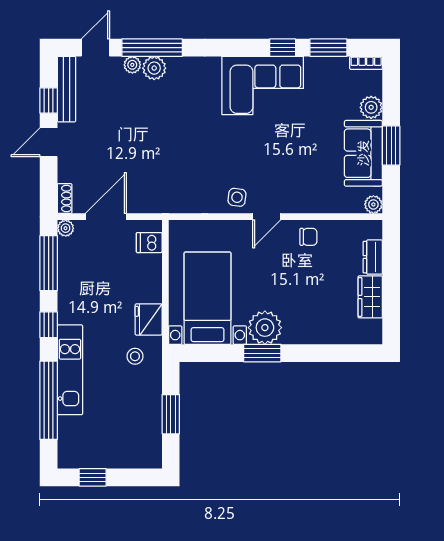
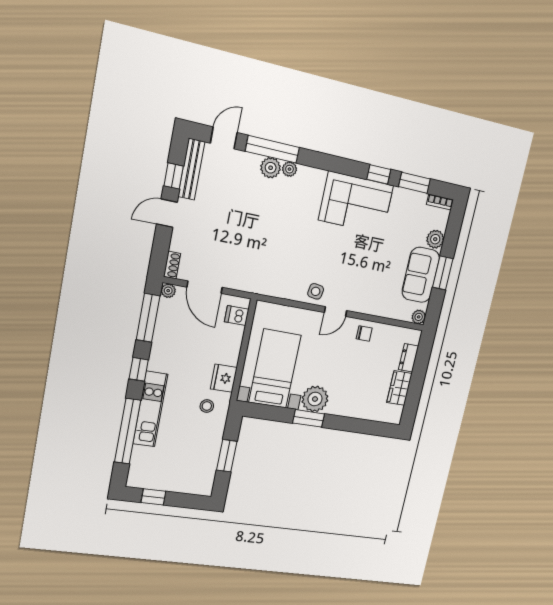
plant: (132, 65) -> (290, 169), moved
door: (106, 217) -> (205, 287), swing flipped

